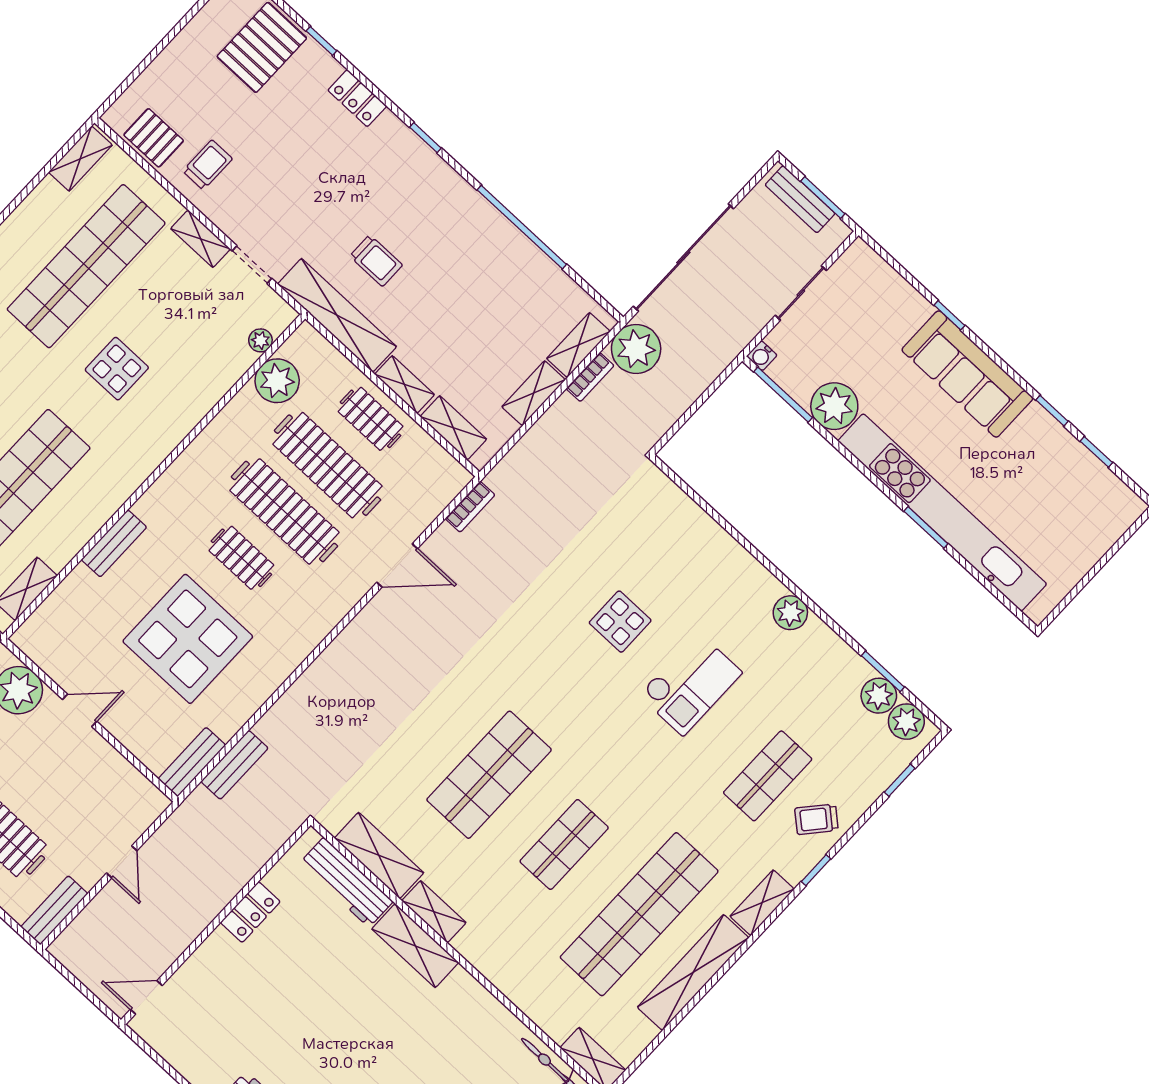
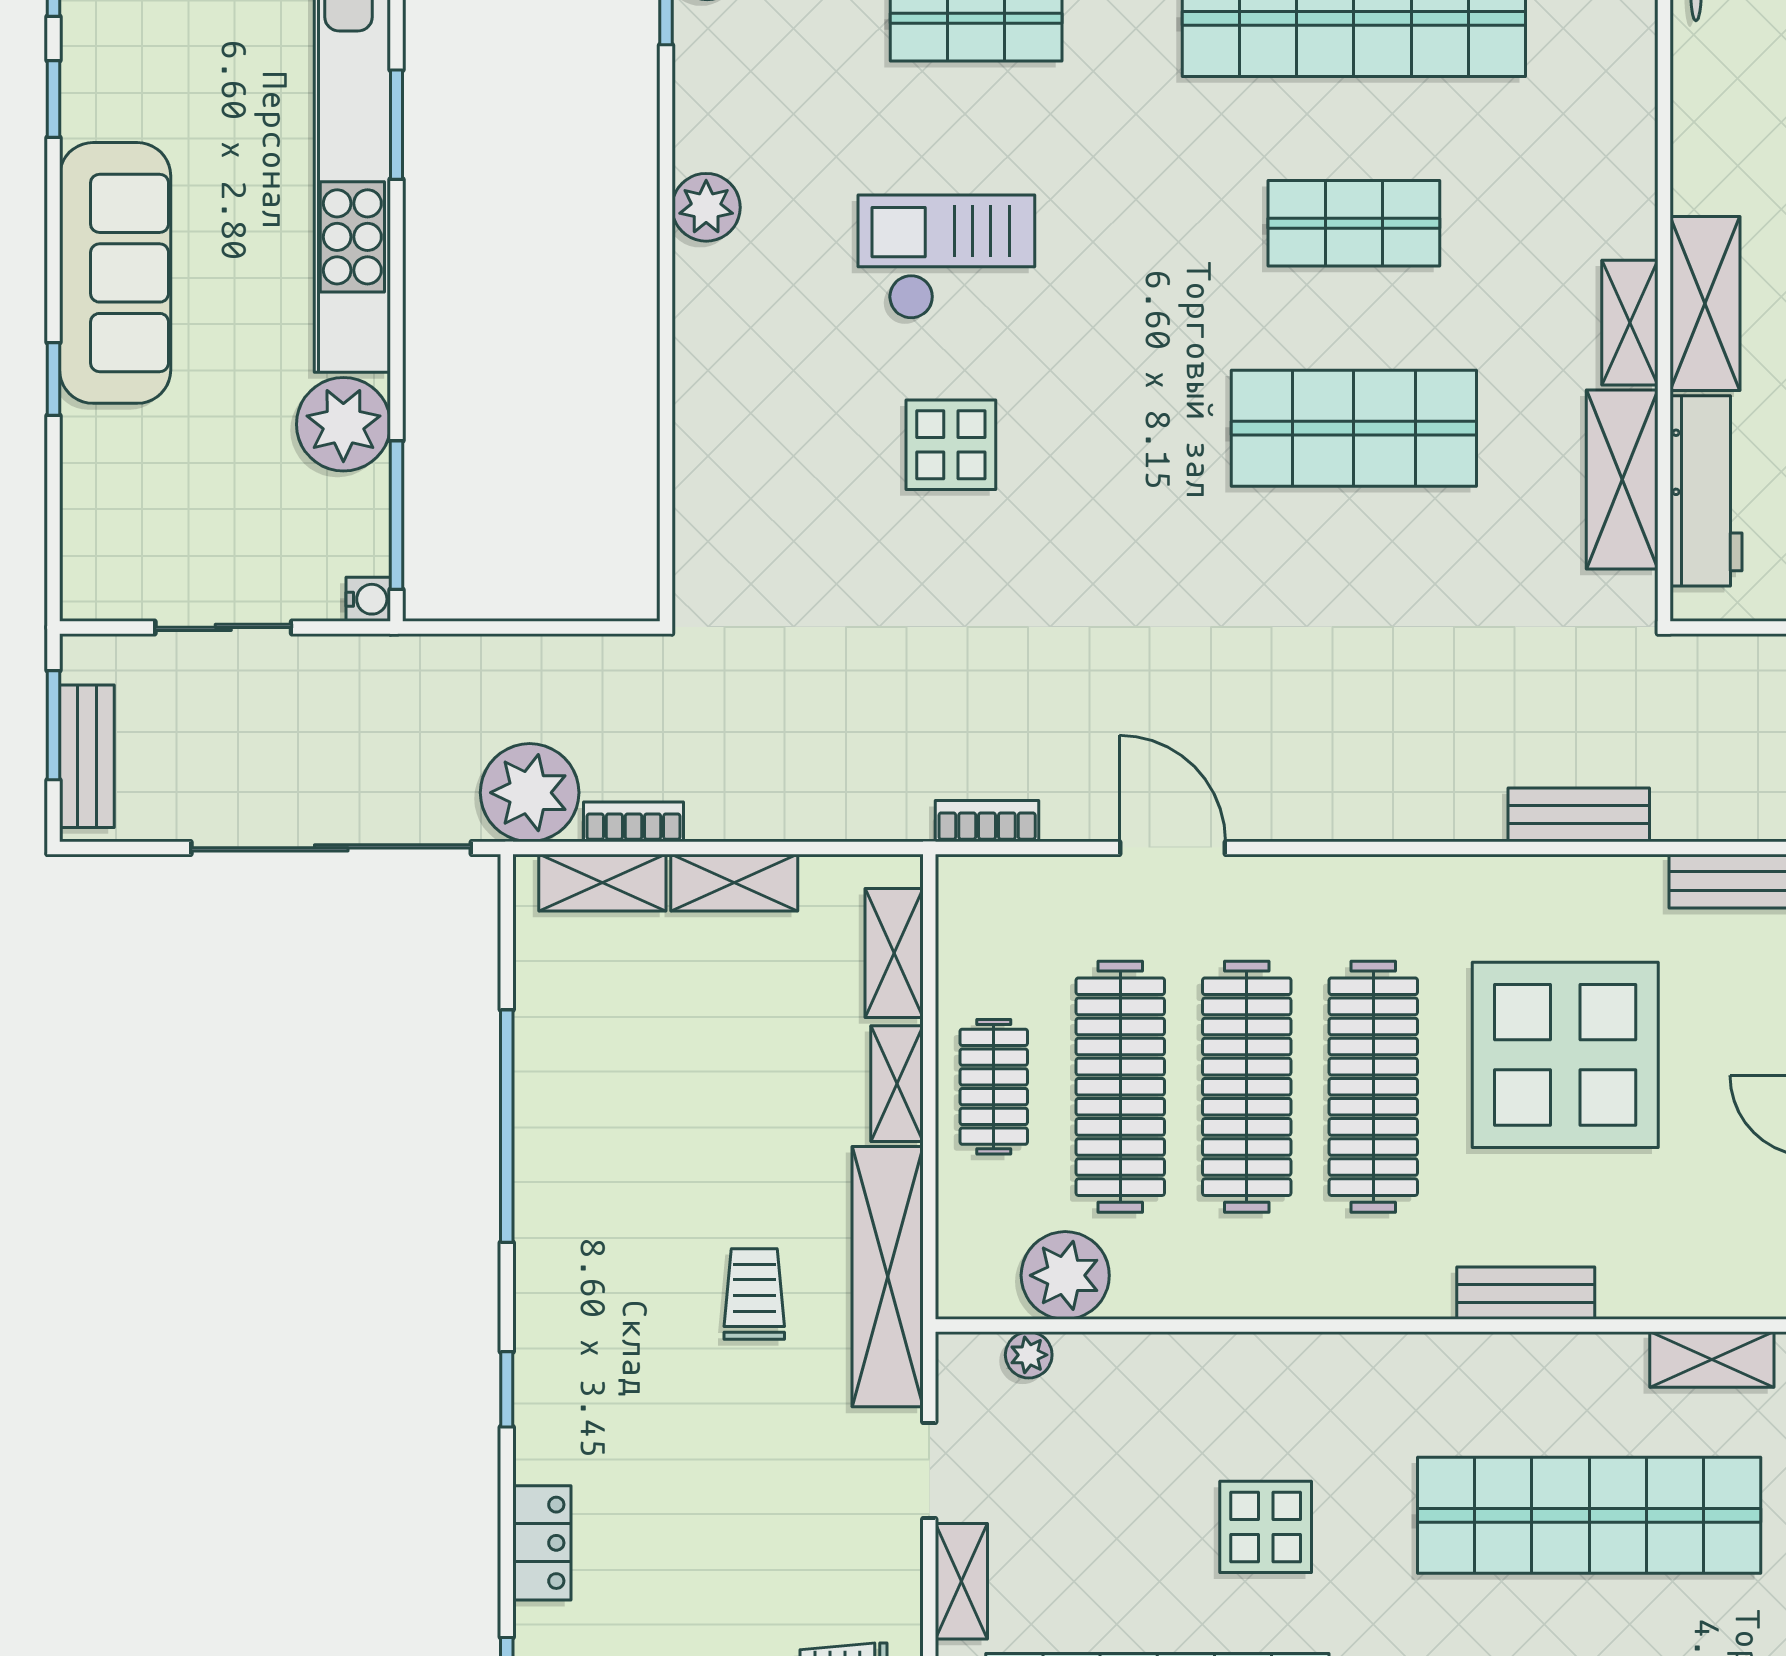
clothes rail: (241, 558) -> (1373, 1087), width x1.86, depth x1.31
bench: (235, 765) -> (1579, 815), moved

